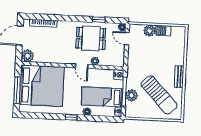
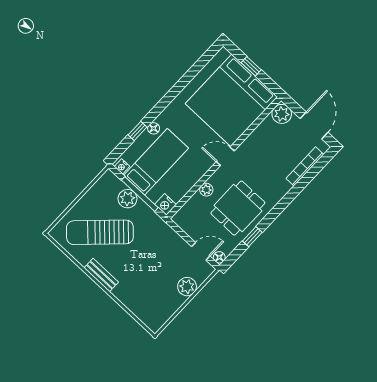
barbecue: (164, 31) -> (173, 303), removed
door: (82, 66) -> (225, 156), moved
window: (17, 90) -> (251, 66), width x0.46
window: (71, 117) -> (137, 131), moved

